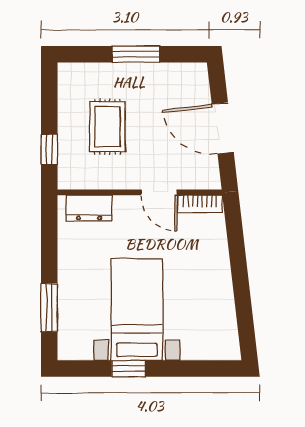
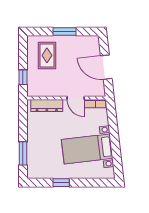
rug: (107, 127) -> (47, 55), moved
dresser: (89, 208) -> (47, 105), width x1.44
bed with nightstands: (137, 310) -> (87, 149), moved, turned -97

